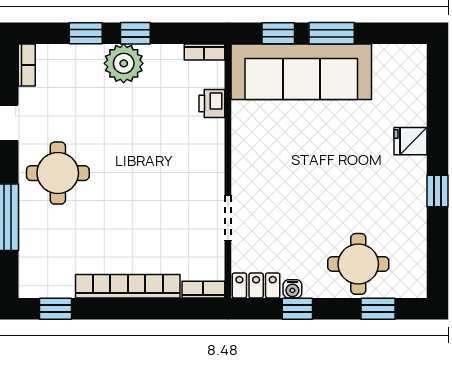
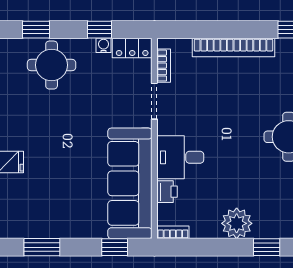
window: (135, 33) -> (228, 247), removed
window: (332, 33) -> (42, 247), moved
sofa: (301, 72) -> (130, 183), moved, turned -90
desk: (195, 147) -> (180, 157), added
bookcase: (203, 290) -> (164, 66), moved, turned -90

